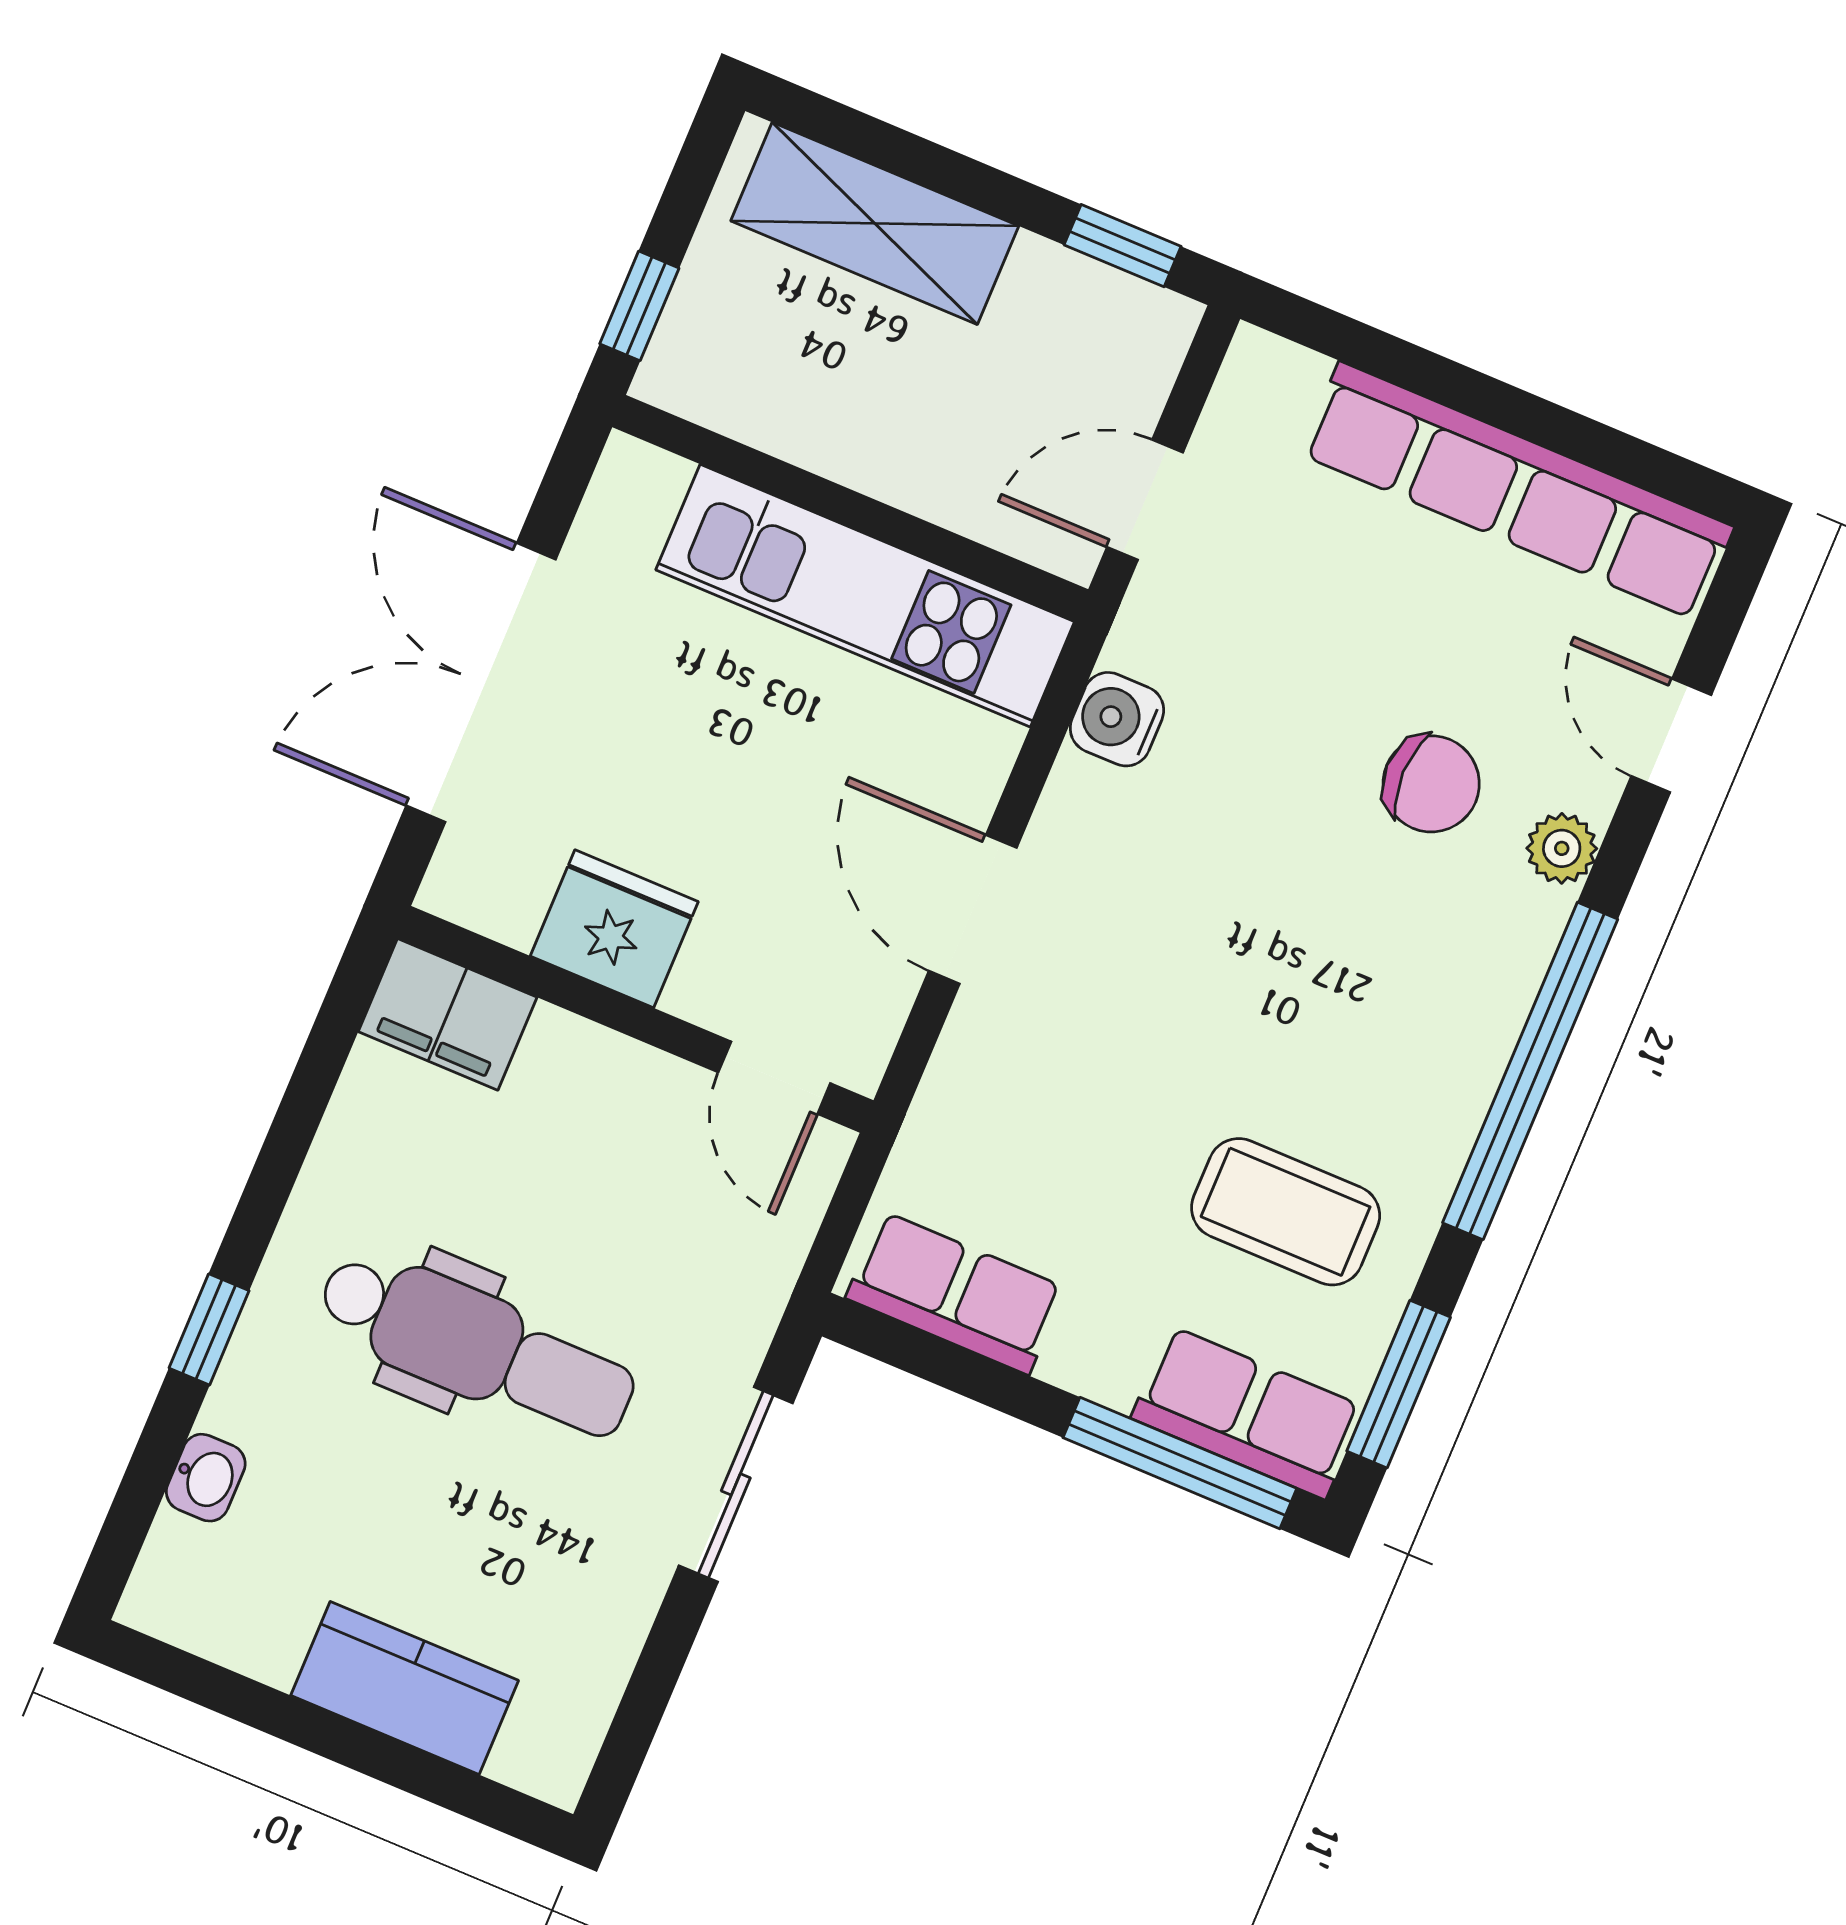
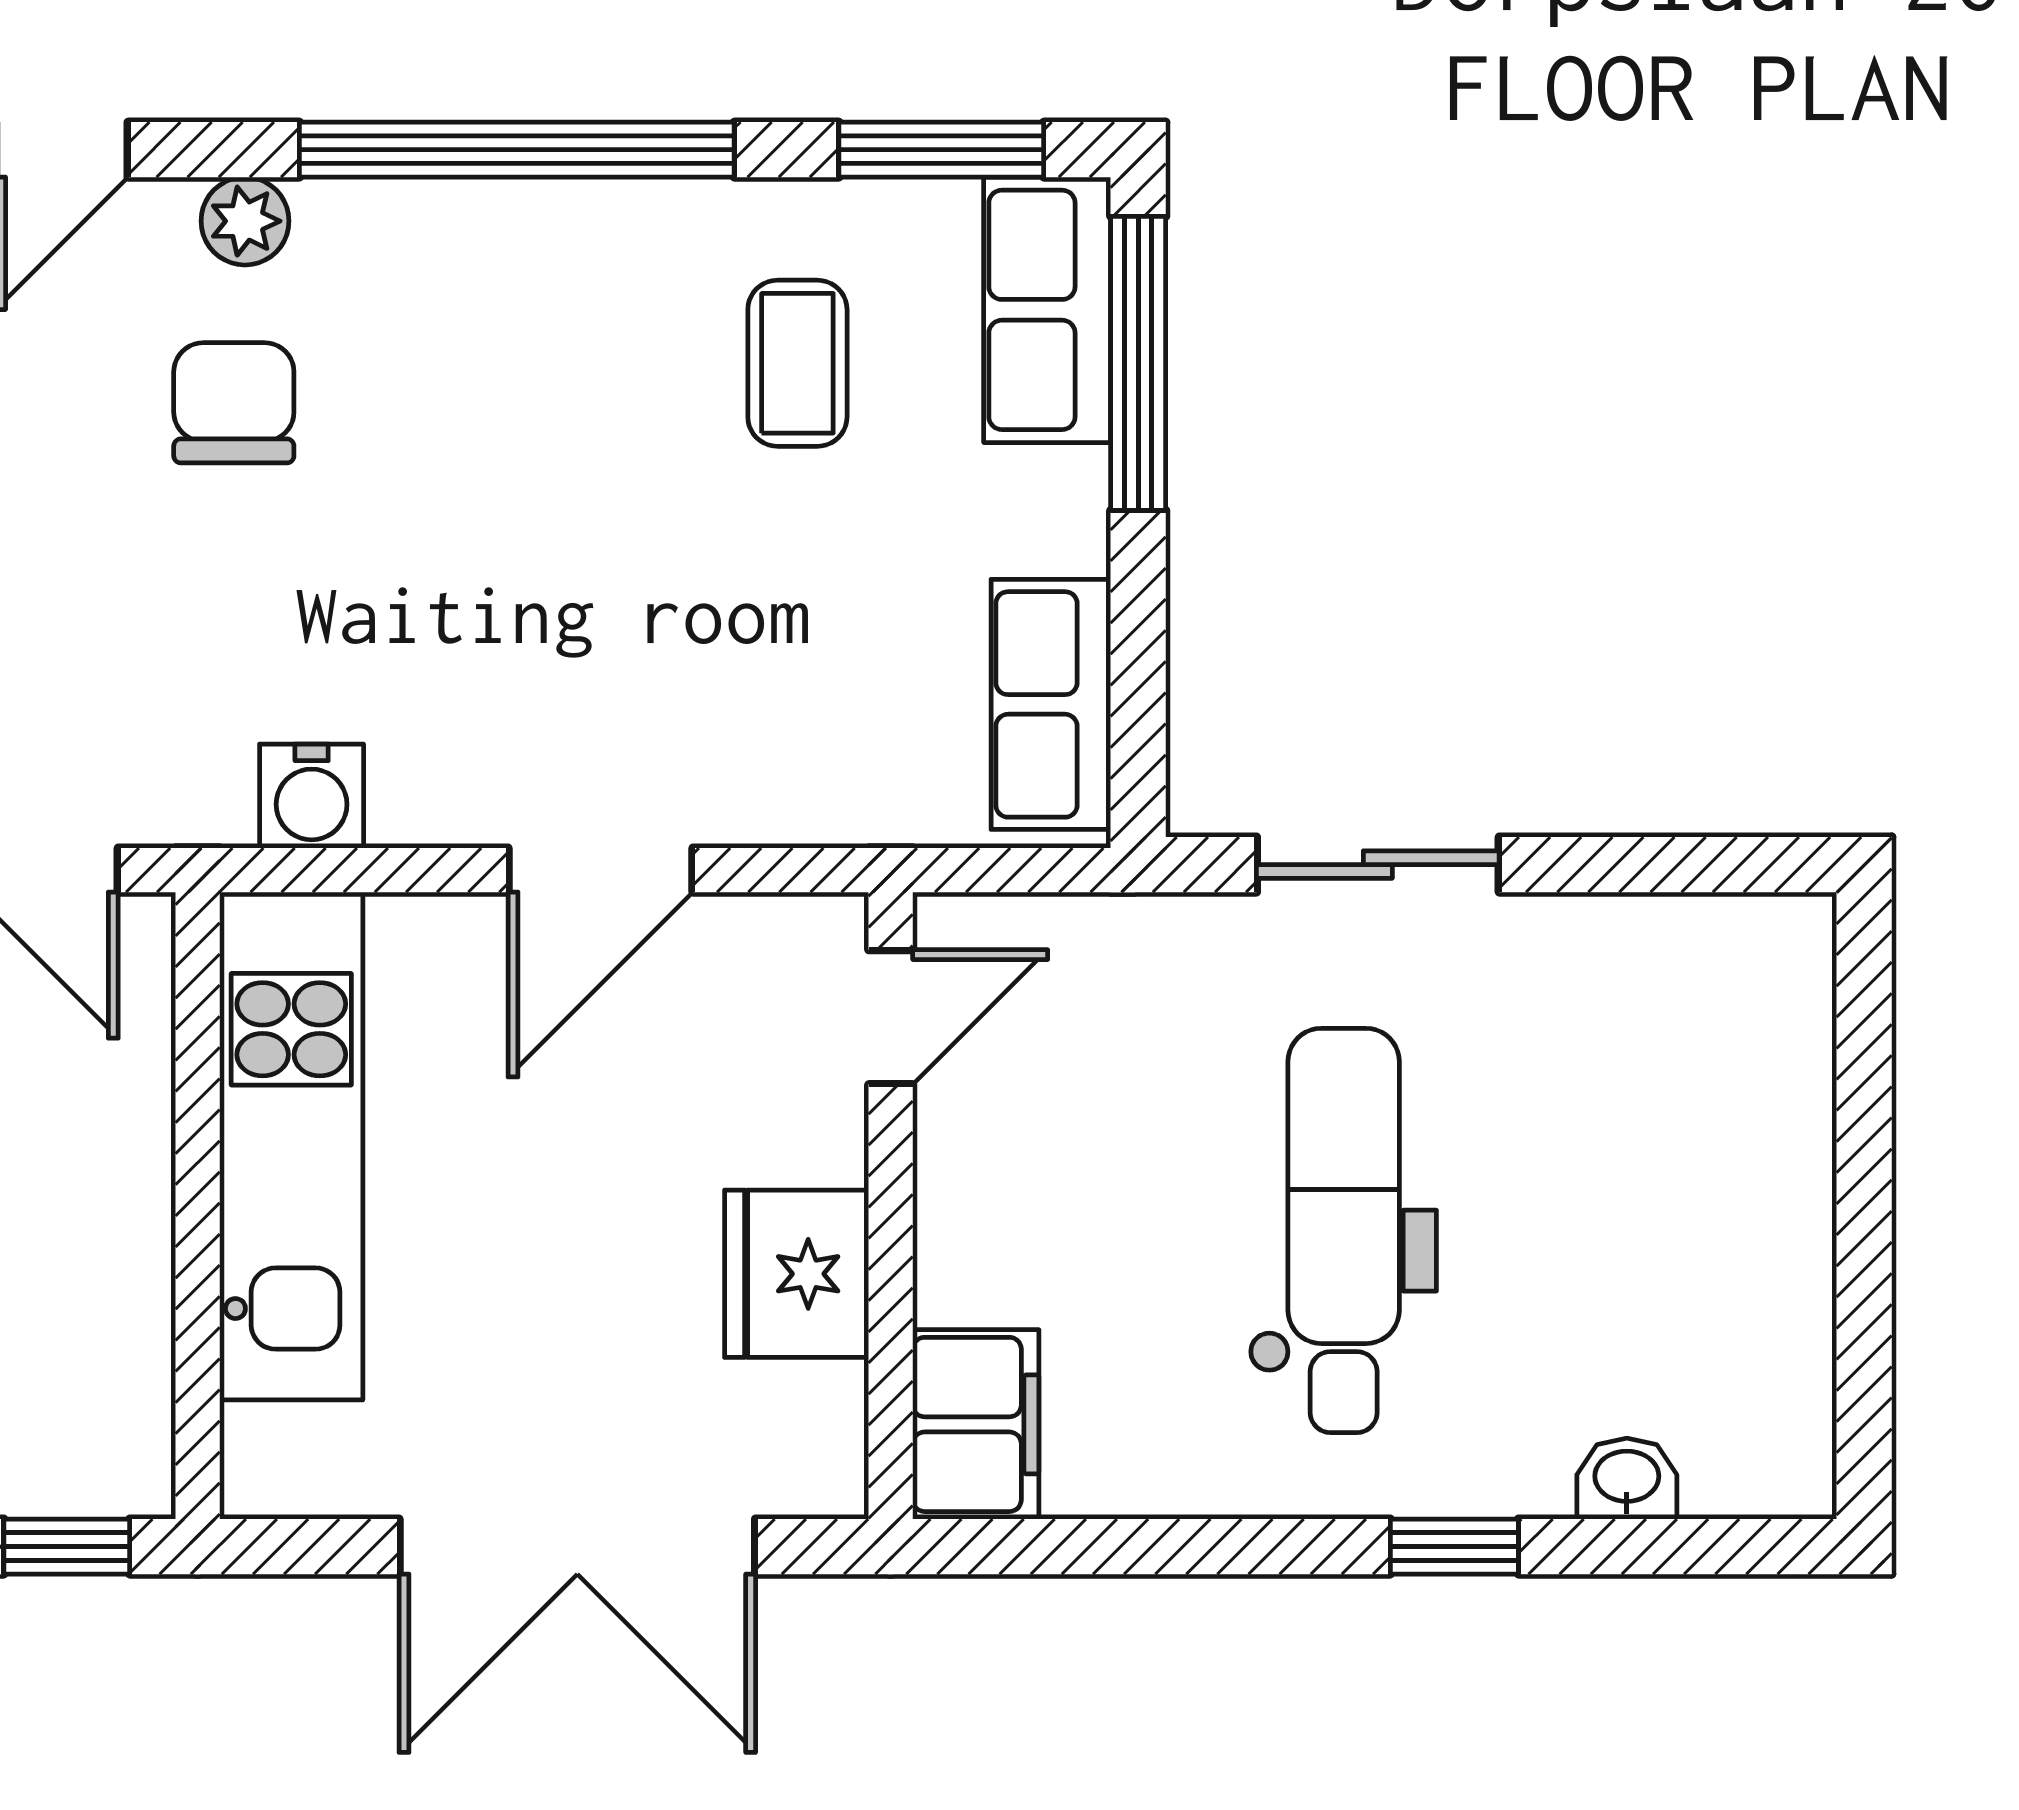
coffee table: (1286, 1212) -> (797, 363), width x0.73, depth x0.77
kitchen counter: (405, 1688) -> (1773, 1148), removed

